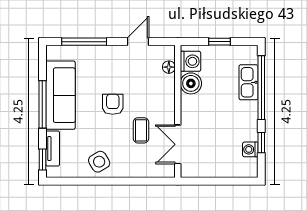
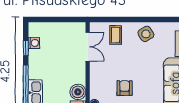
armchair: (113, 104) -> (125, 88), moved, turned 180
coffee table: (141, 130) -> (116, 35), moved

